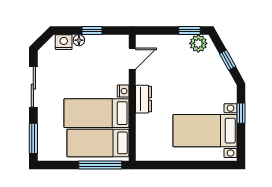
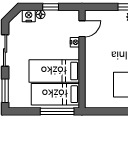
nightstand: (123, 91) -> (75, 42), moved
dresser: (143, 99) -> (91, 60), removed

